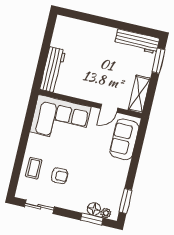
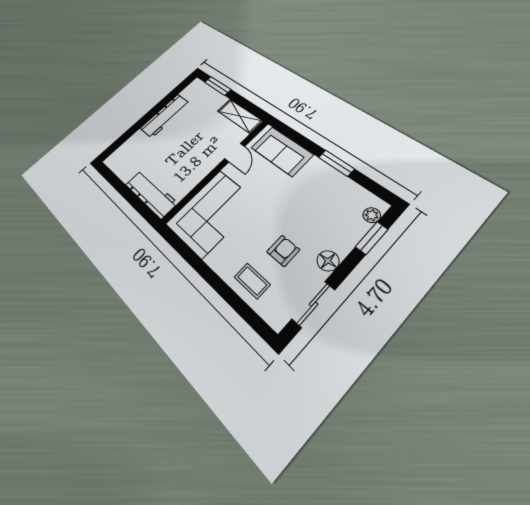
workbench: (137, 41) -> (165, 116), moved
window: (125, 201) -> (336, 163), moved
floor lamp: (94, 209) -> (328, 261), moved

